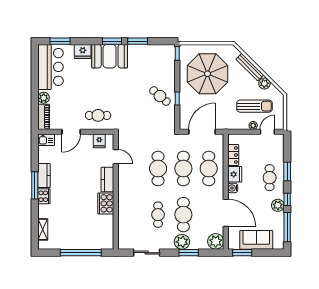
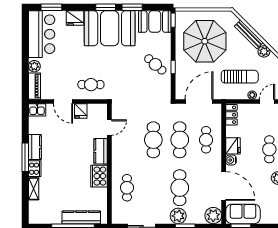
booth: (159, 55) -> (155, 22), added
booth: (110, 56) -> (110, 28), width x1.36, depth x1.42
sun lounger: (255, 106) -> (240, 77), moved
door: (71, 132) -> (63, 102), hinge flipped
fridge: (99, 141) -> (81, 111), moved
locker: (233, 155) -> (232, 115), moved
door: (116, 157) -> (109, 127), hinge flipped
cafe table: (209, 169) -> (206, 140), width x0.73, depth x0.74
cafe table: (158, 215) -> (127, 188), moved
shelving: (43, 229) -> (34, 189), moved
sofa: (256, 240) -> (243, 214), moved
kitchen counter: (89, 243) -> (81, 217), added

